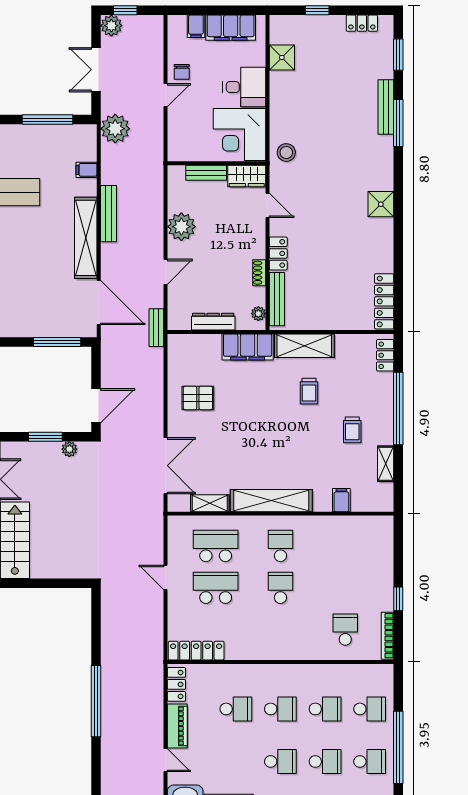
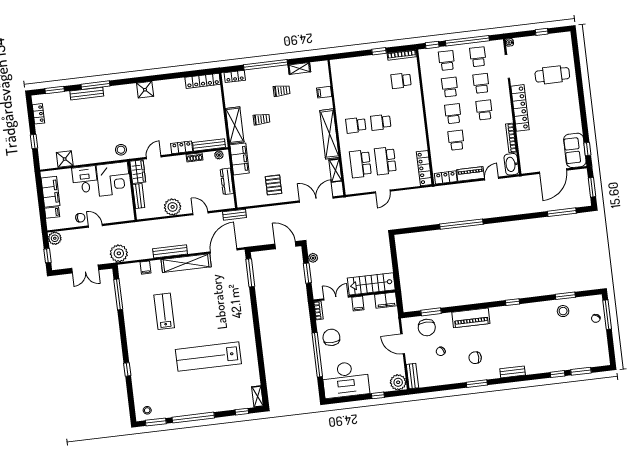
plant: (111, 26) -> (55, 238), moved
window: (398, 688) -> (432, 45), added

